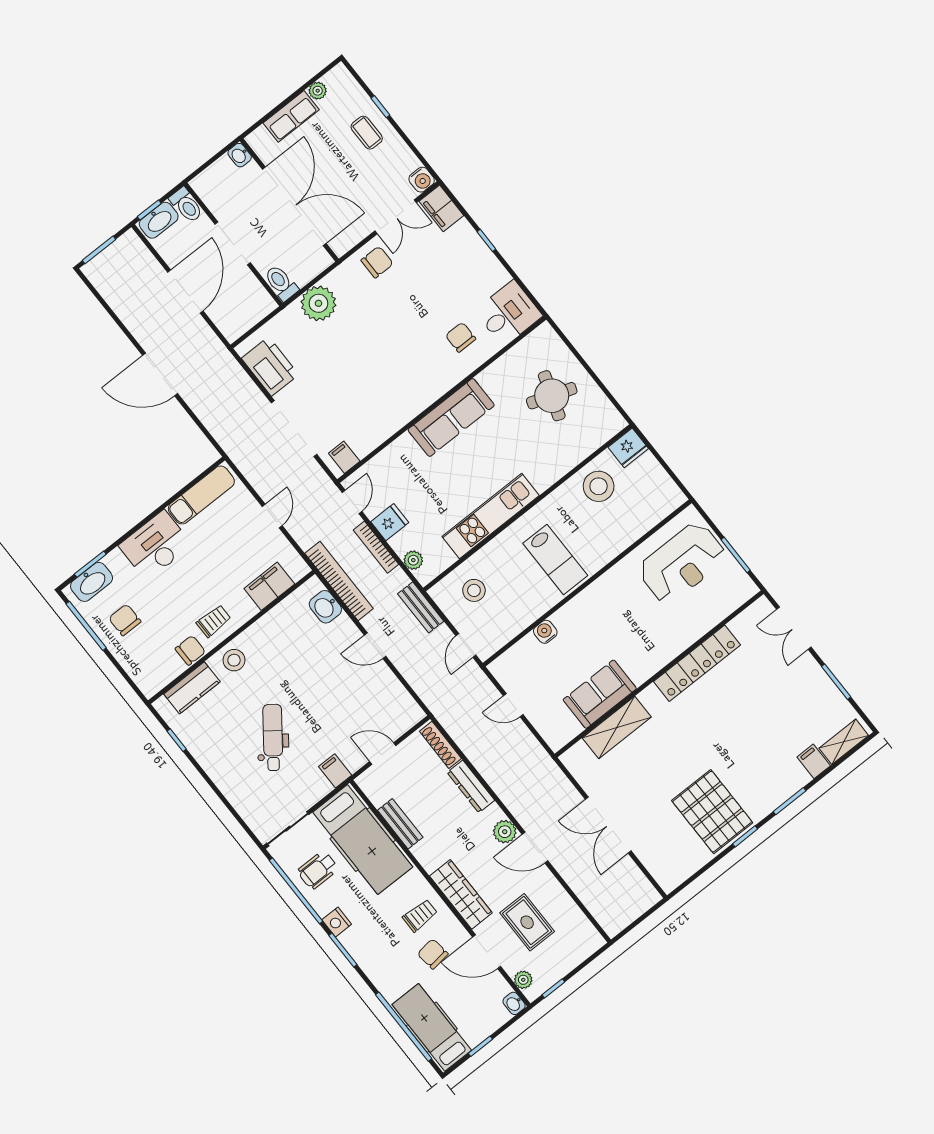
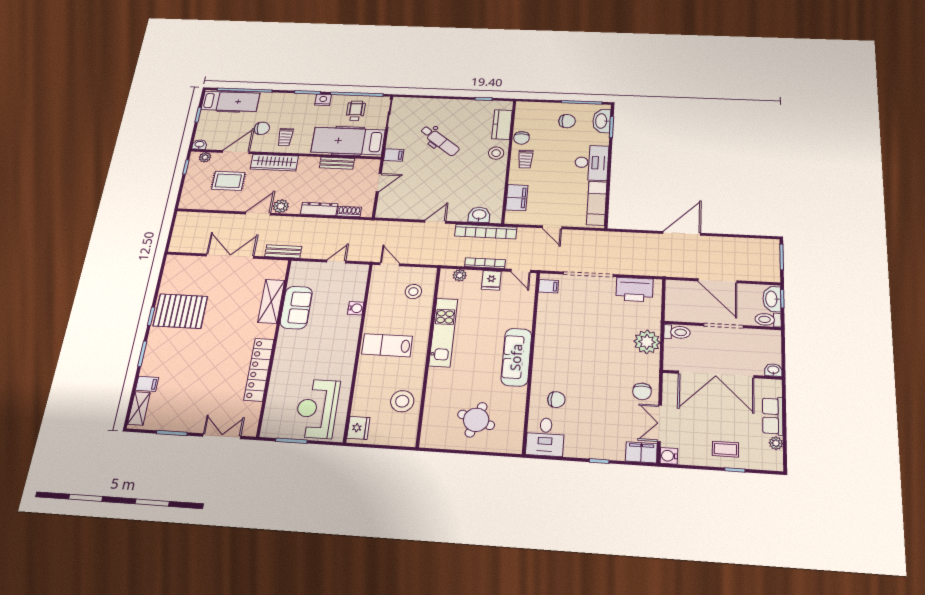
fridge: (628, 448) -> (358, 428), moved, turned 180
bench: (421, 607) -> (283, 251), moved
shoe rack: (440, 745) -> (349, 212), width x0.70

